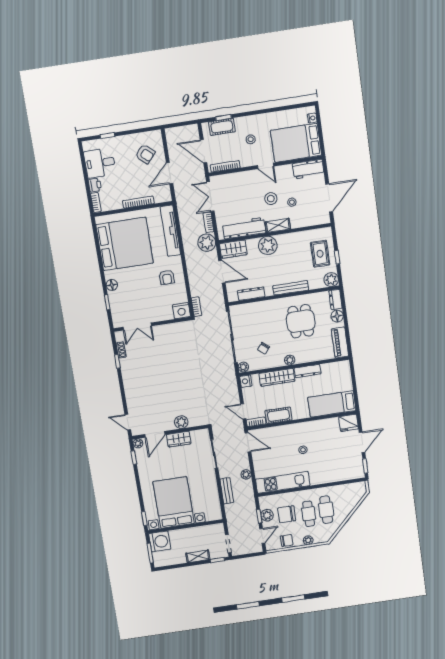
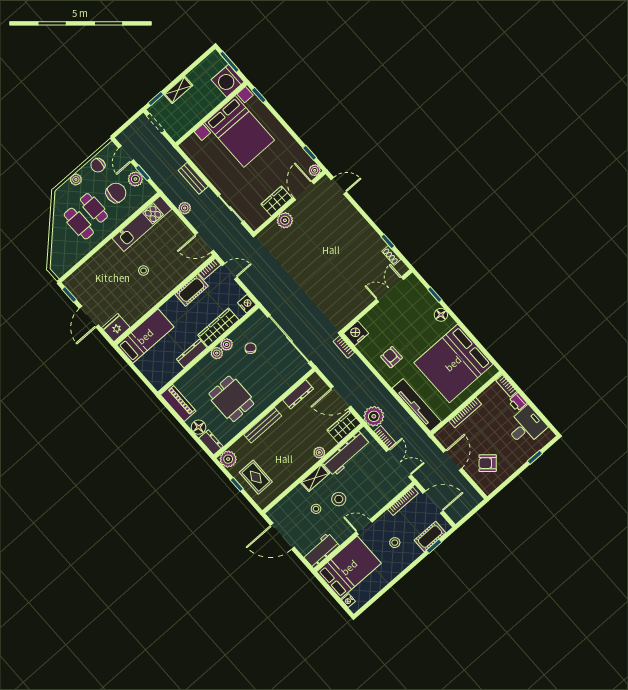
door: (329, 198) -> (282, 536), hinge flipped
plant: (268, 246) -> (319, 452), width x0.53, depth x0.53
plant: (243, 367) -> (227, 344), moved

